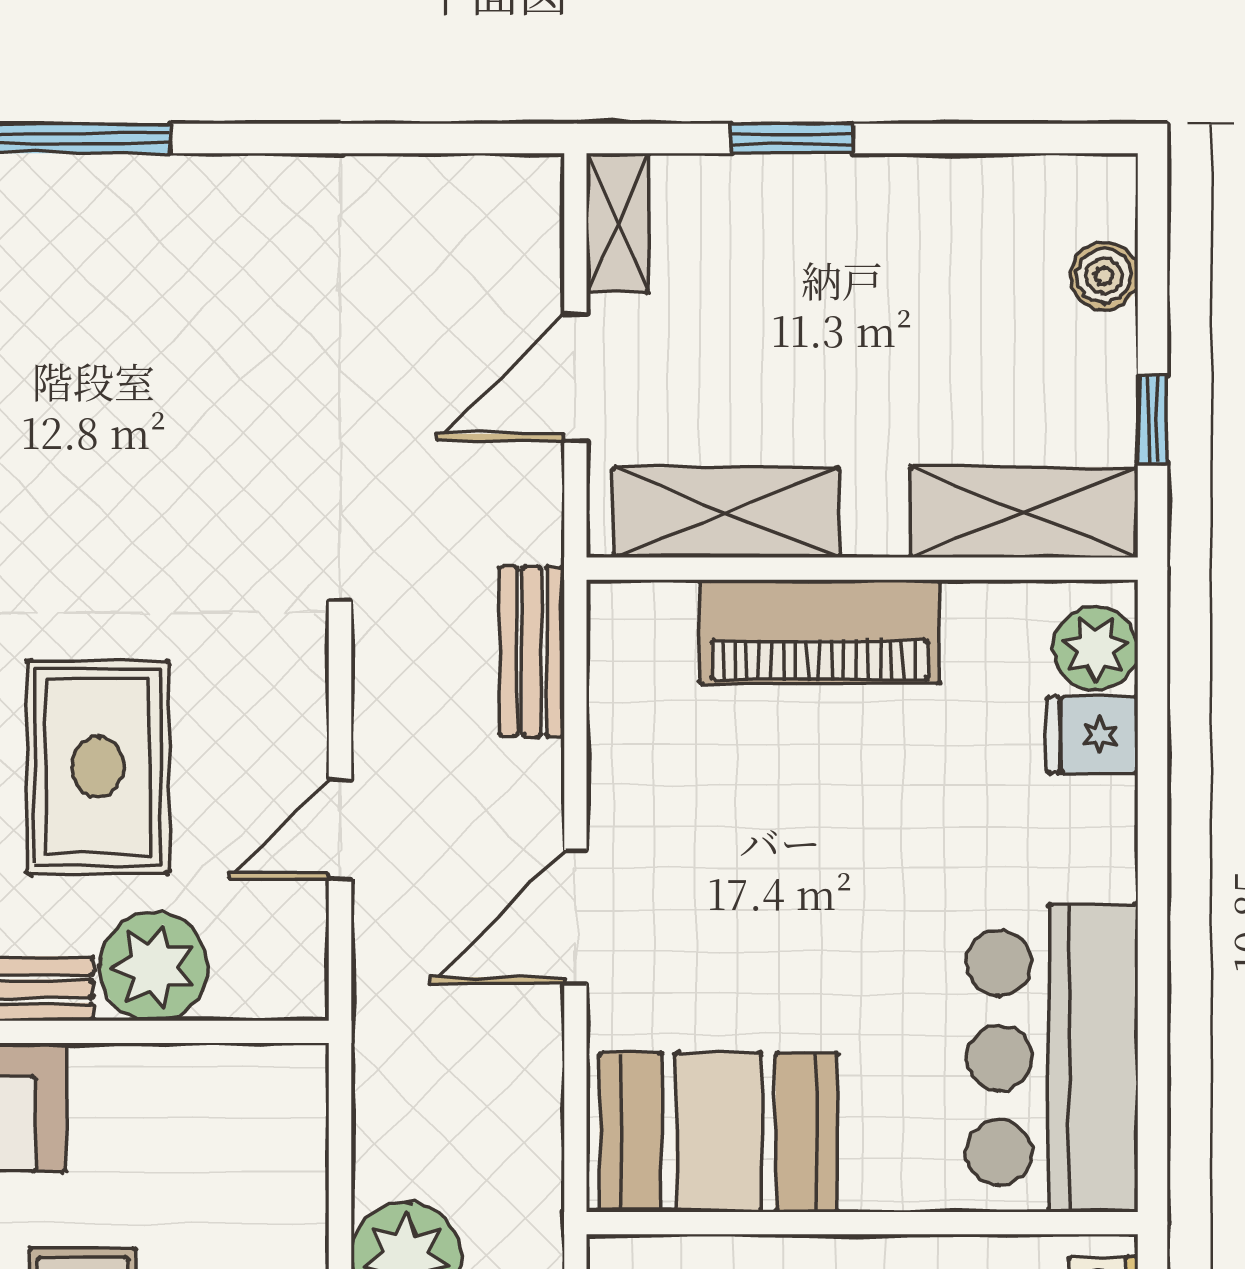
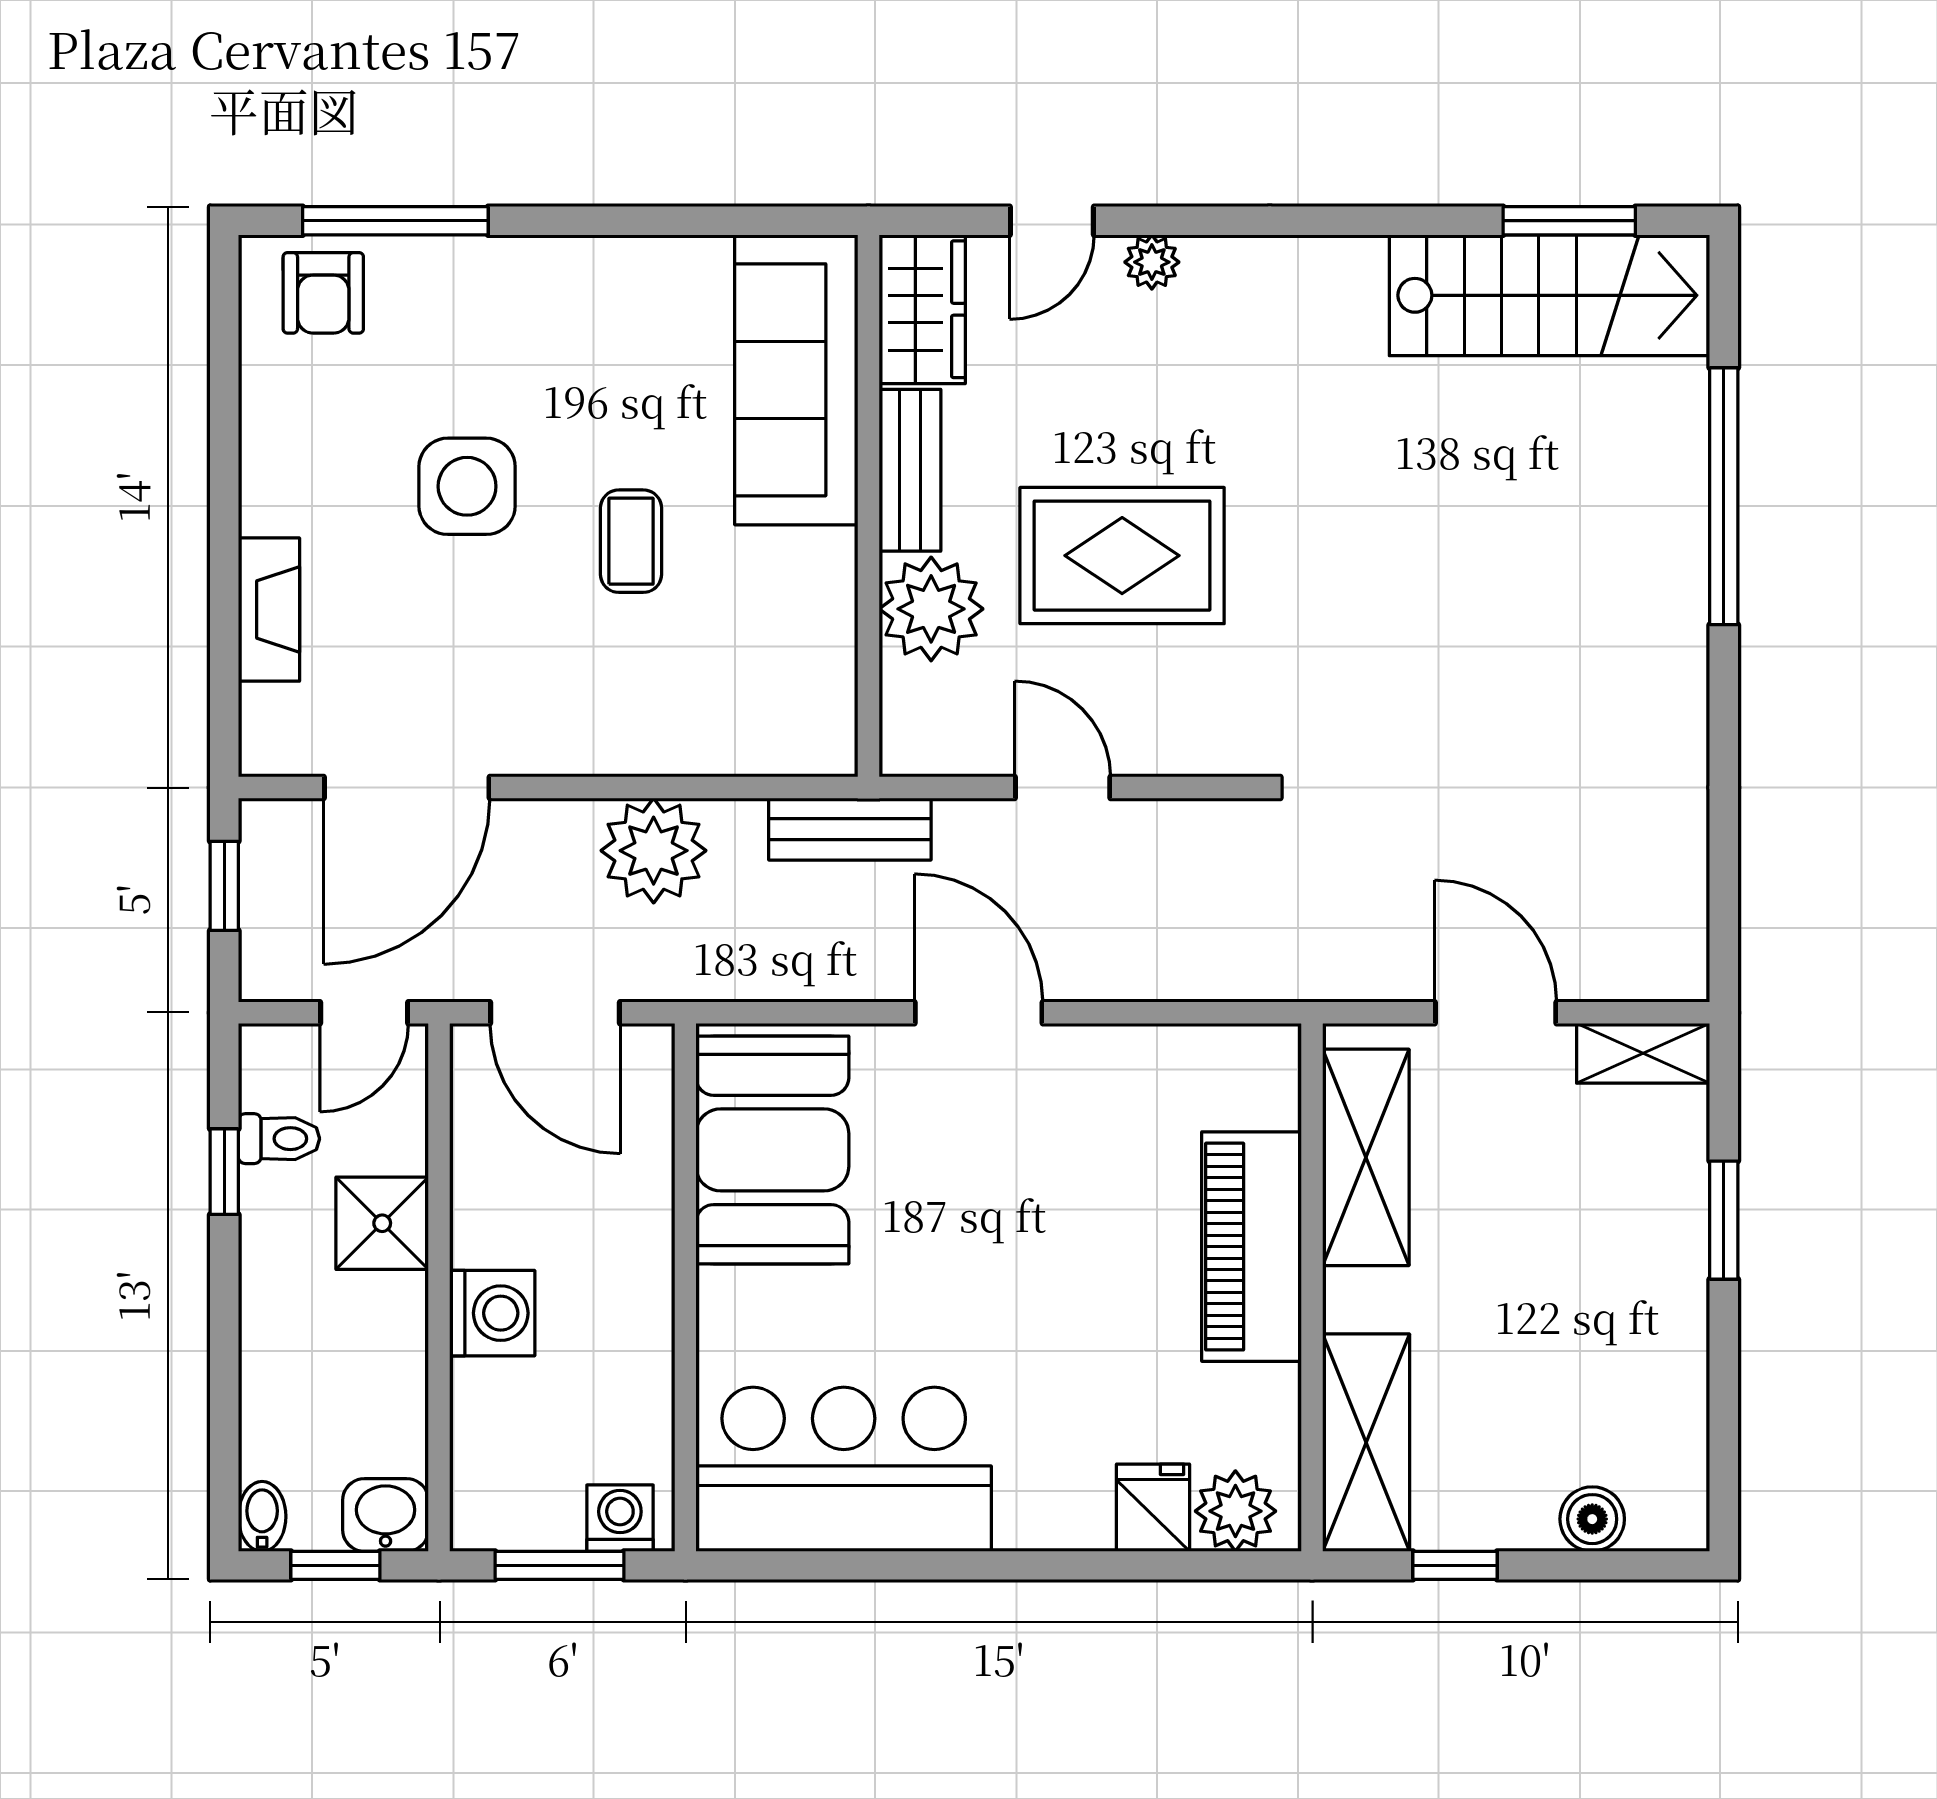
bench: (532, 651) -> (850, 829), moved

